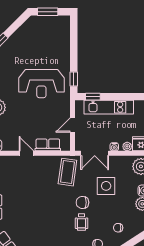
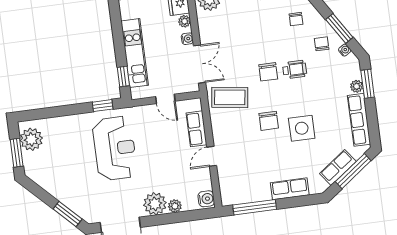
plant: (56, 24) -> (31, 139), added
side table: (106, 186) -> (302, 128), moved
chair: (47, 198) -> (269, 121), added

